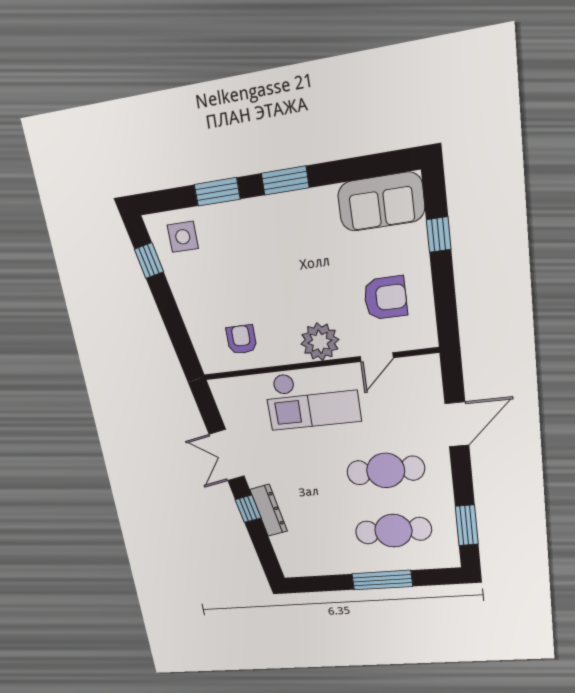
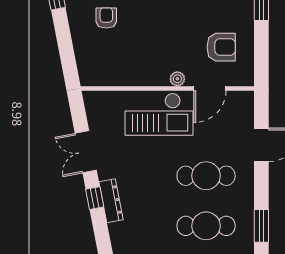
armchair: (241, 340) -> (106, 18), moved
plant: (320, 342) -> (177, 79), width x0.53, depth x0.53
door: (377, 357) -> (210, 88), width x1.38

